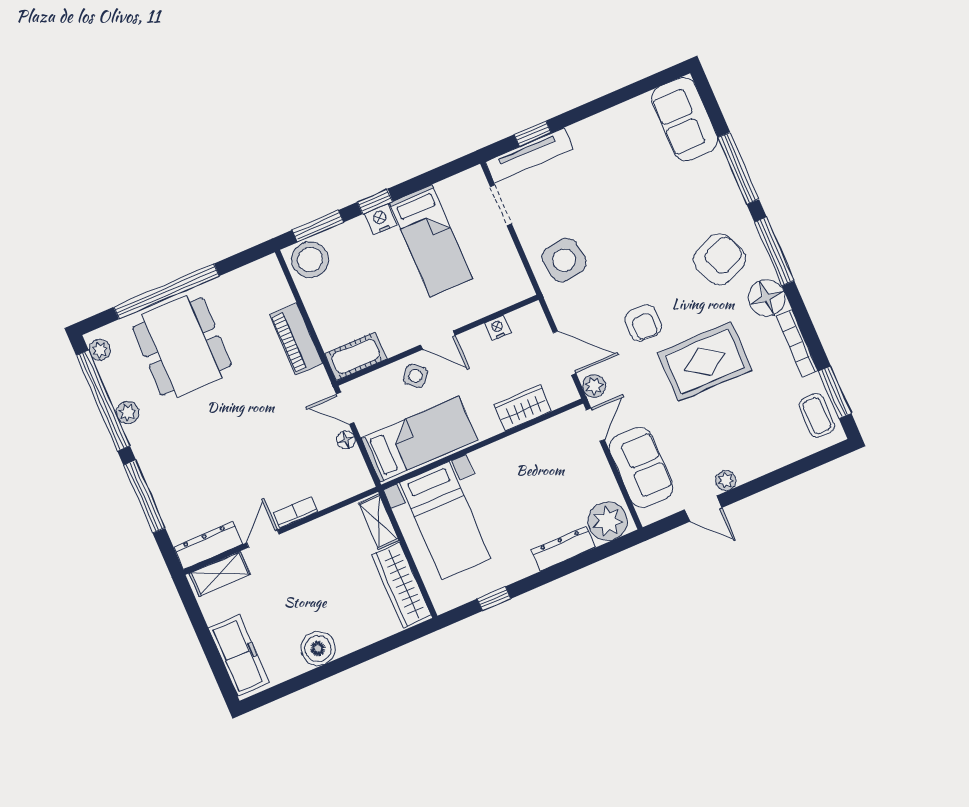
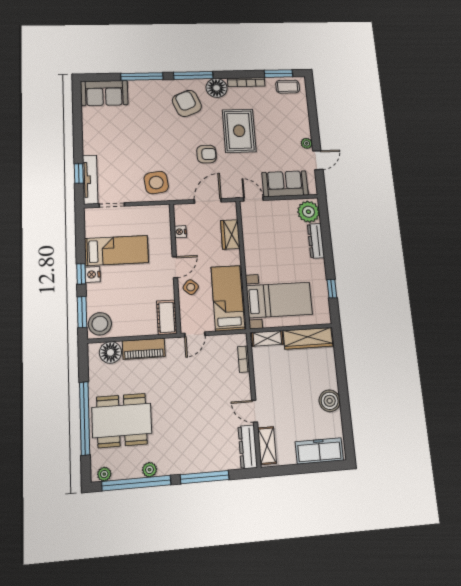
plant: (594, 386) -> (232, 192), removed
floor lamp: (346, 440) -> (110, 352), moved, width x1.89, depth x1.89
bookcase: (295, 513) -> (244, 359), moved

